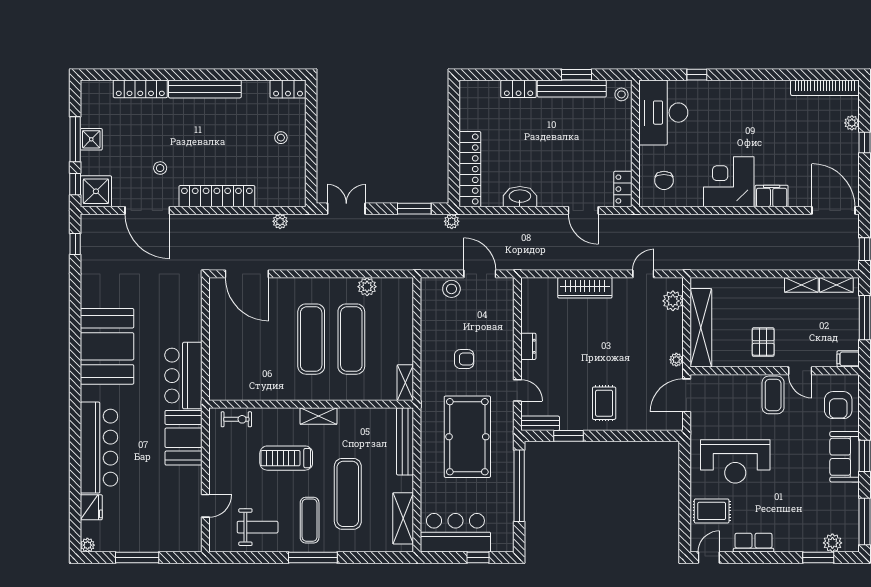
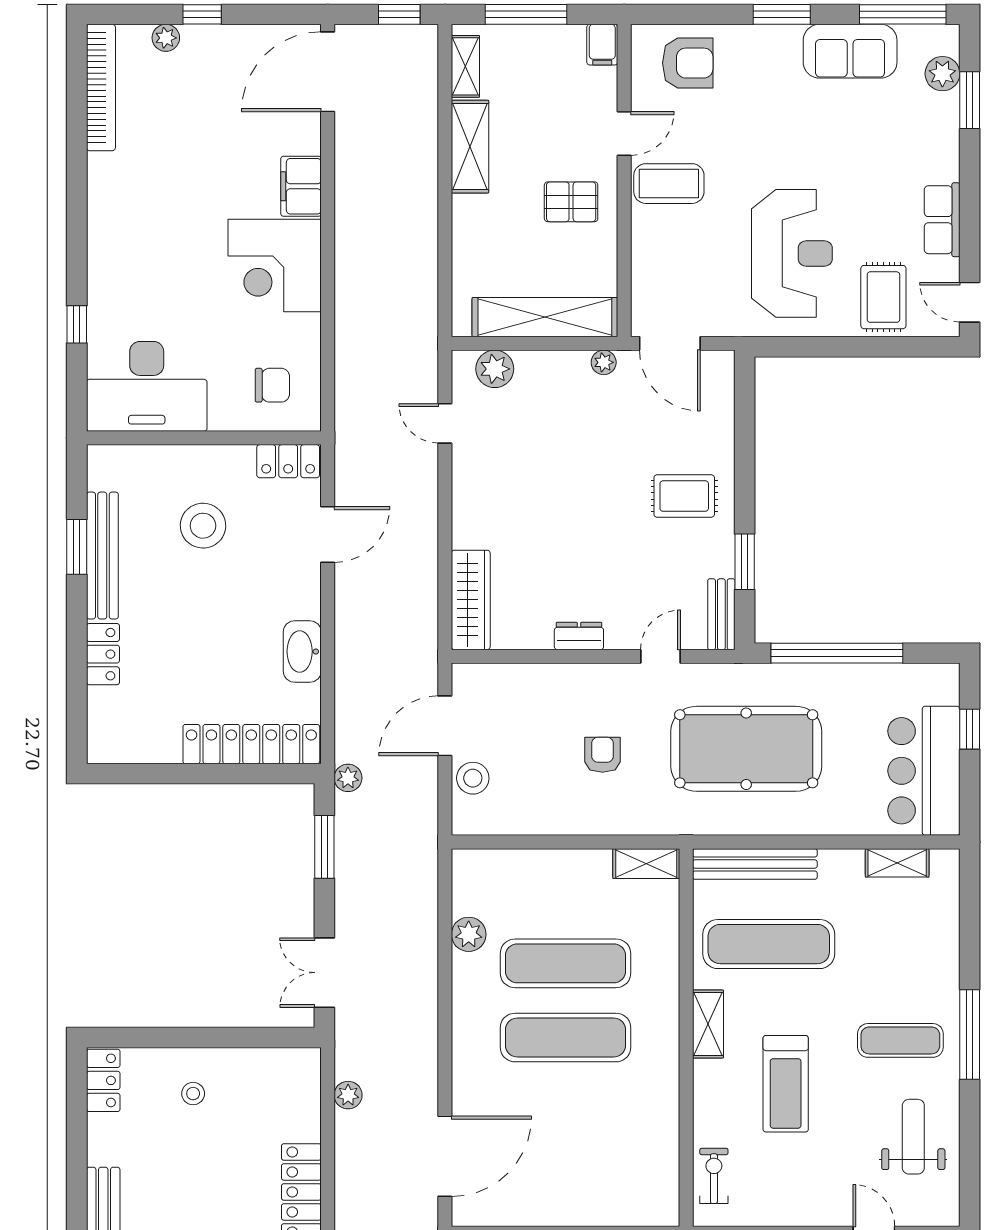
stool: (621, 94) -> (203, 526), moved, width x1.89, depth x1.89
shelving: (801, 285) -> (470, 147), width x1.50, depth x1.33
wardrobe: (585, 288) -> (471, 600), moved
sofa: (845, 457) -> (850, 51), moved
exercise mat: (348, 494) -> (769, 944), moved
shelving: (403, 518) -> (897, 863), width x0.67, depth x0.75

